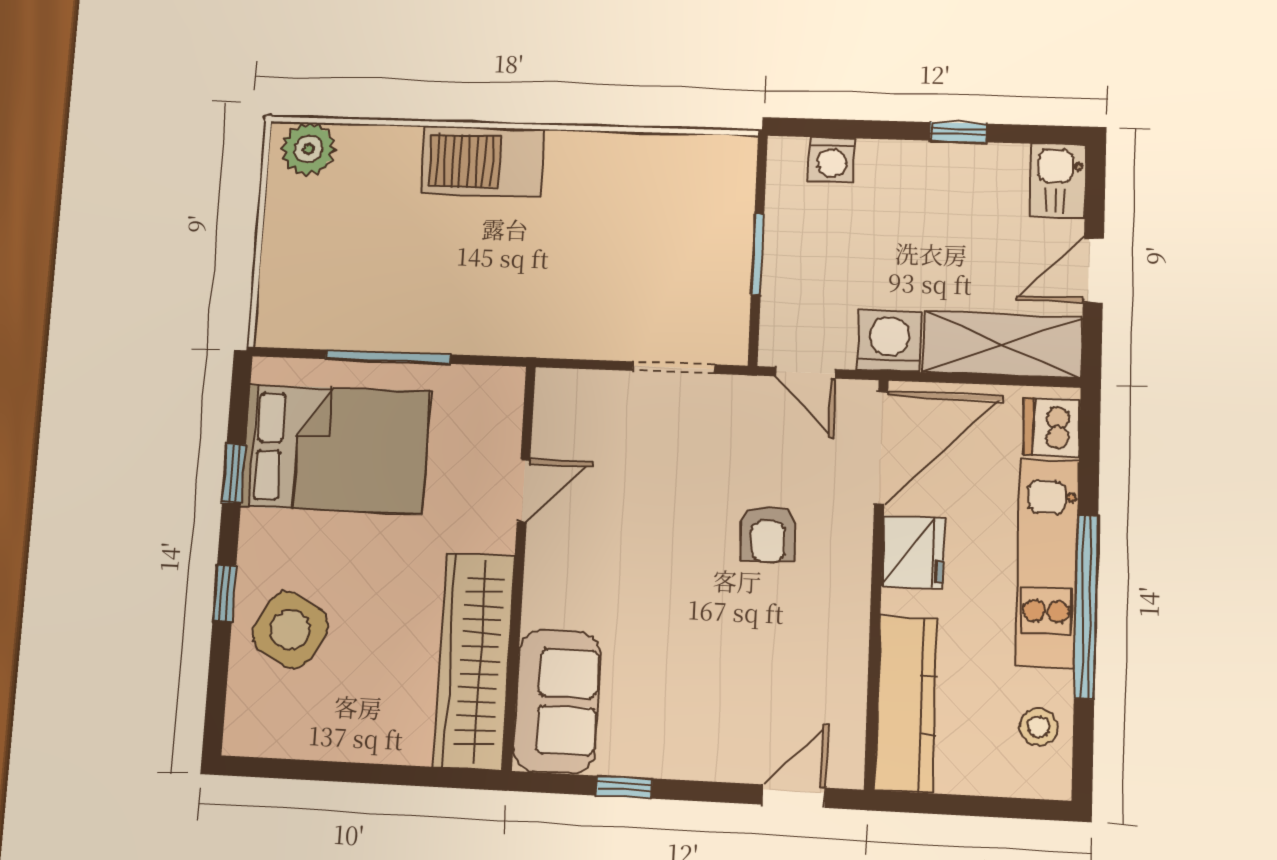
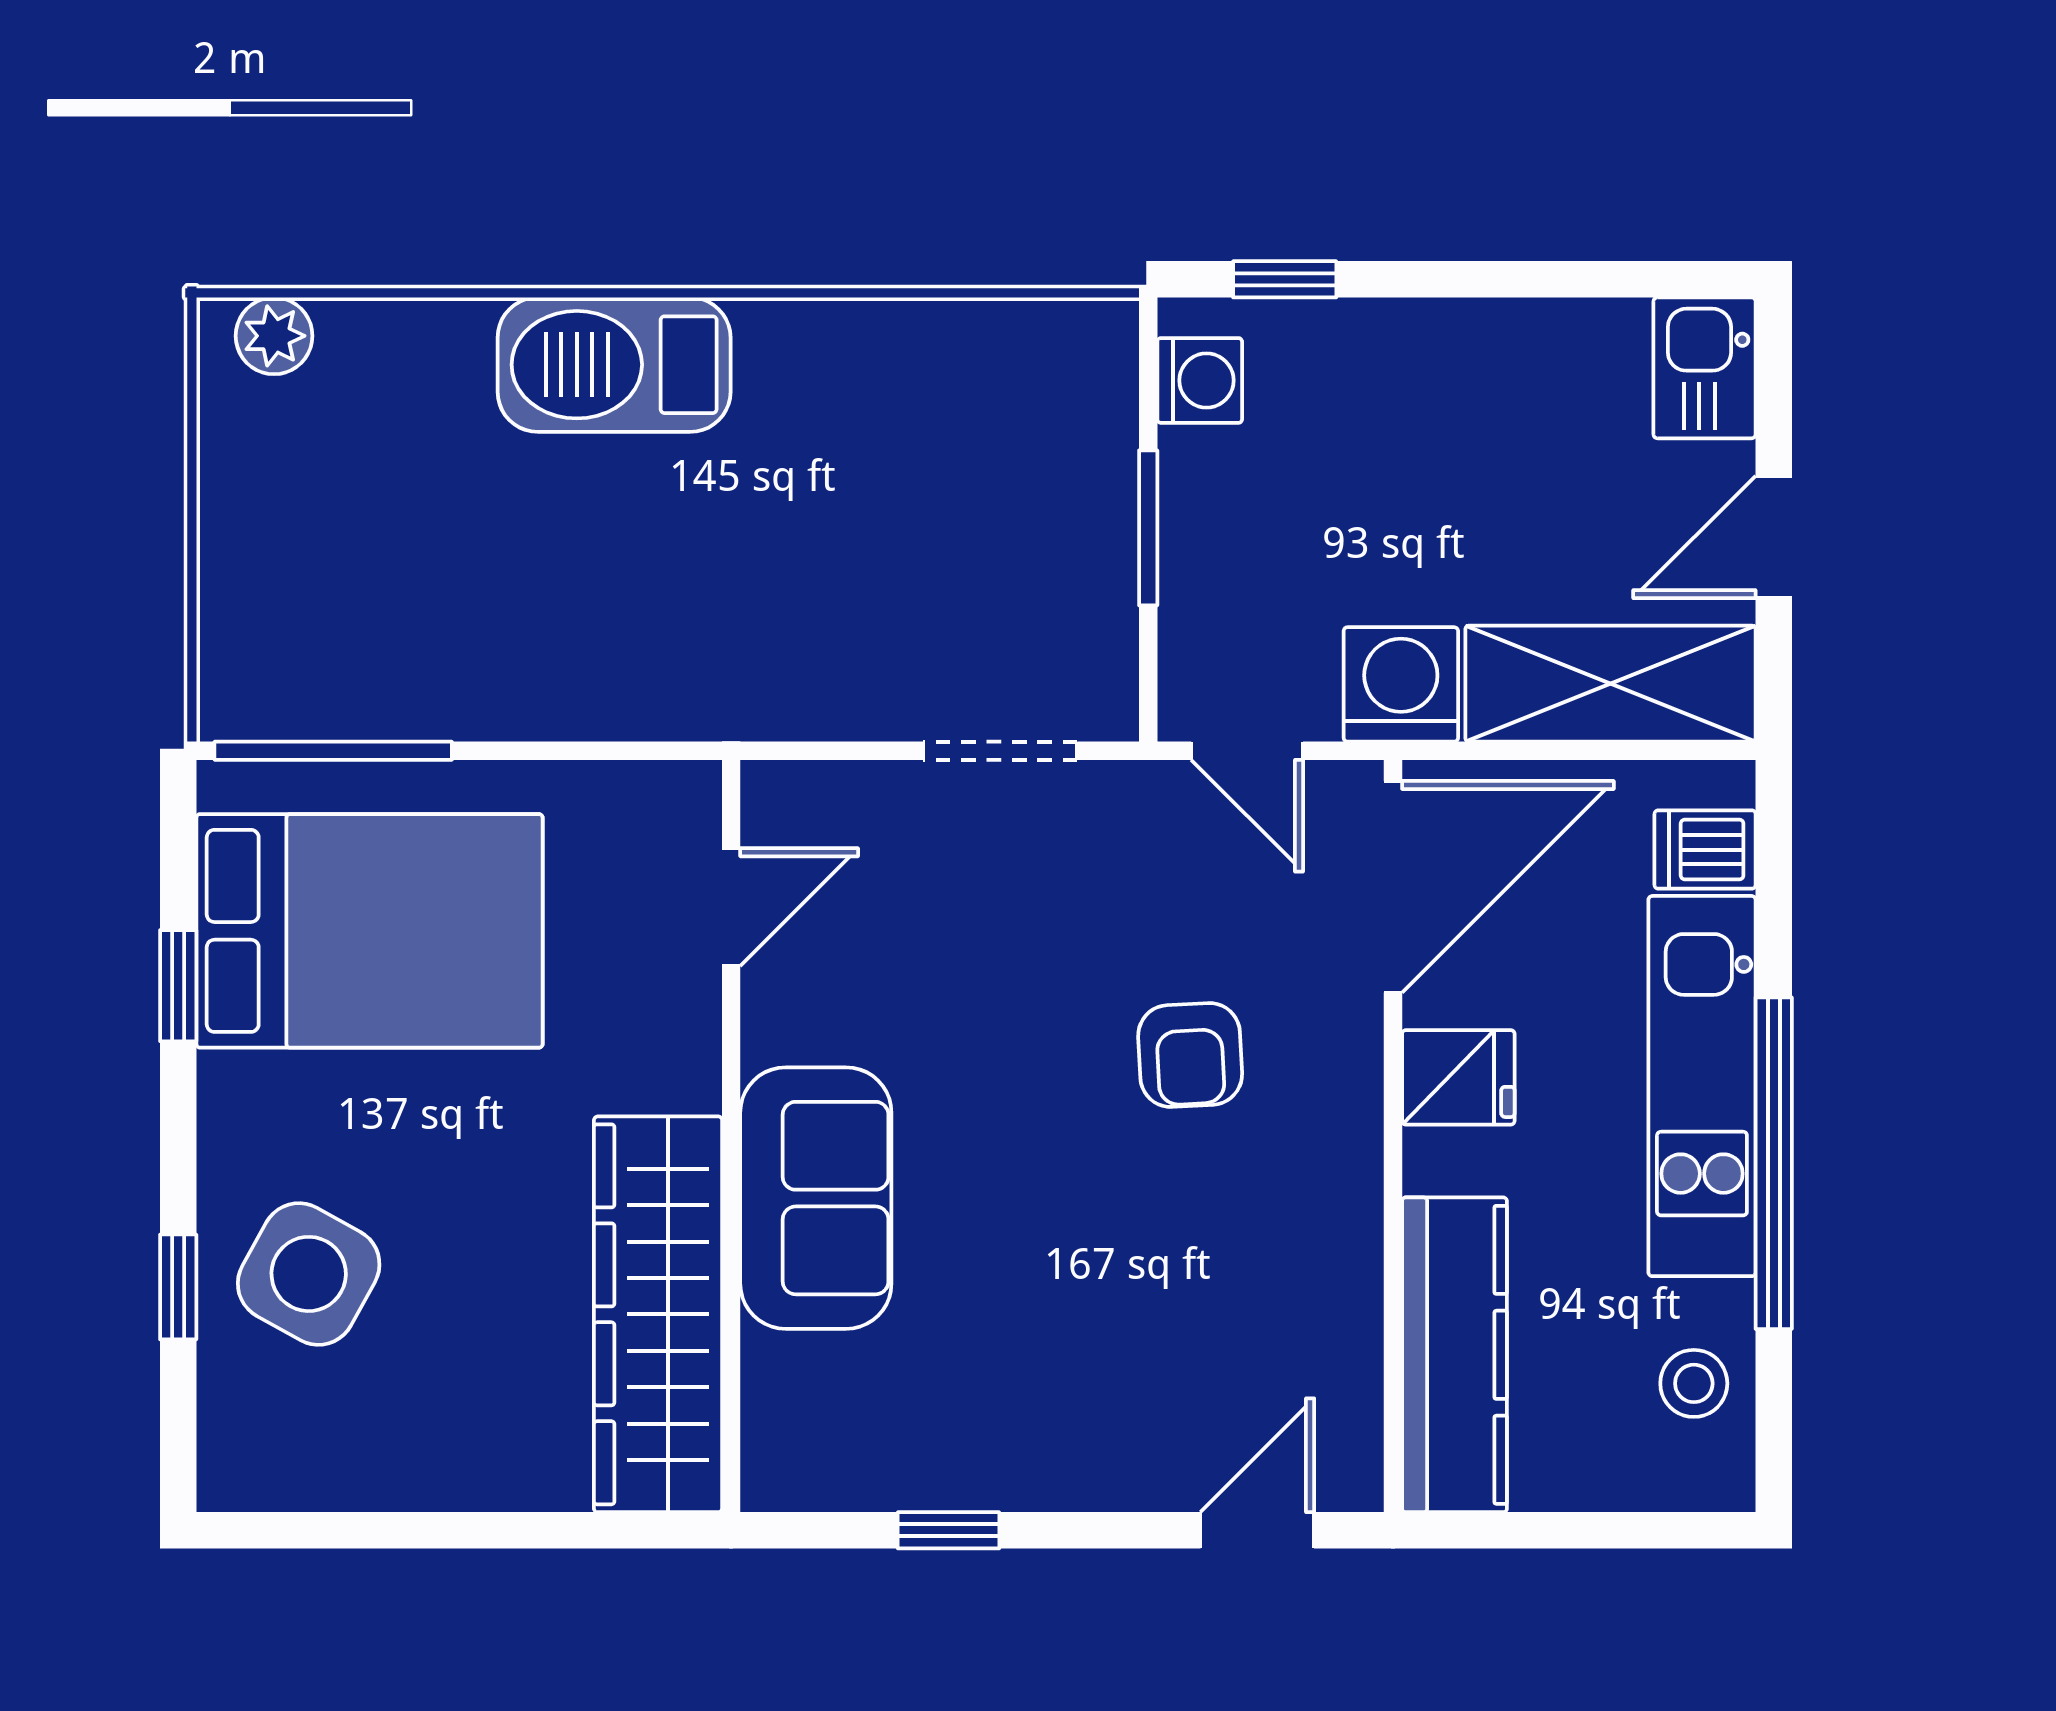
window: (958, 132) -> (1285, 279), moved
plant: (308, 149) -> (274, 336), width x0.73, depth x0.73
washing machine: (832, 159) -> (1200, 380), moved, turned -90
window: (388, 357) -> (333, 751), moved
dishwasher: (1052, 427) -> (1705, 850), width x0.73
door: (524, 490) -> (731, 907), moved
fridge: (913, 552) -> (1458, 1077), width x0.72
window: (224, 593) -> (178, 1287), moved
sofa: (557, 701) -> (816, 1198), moved

